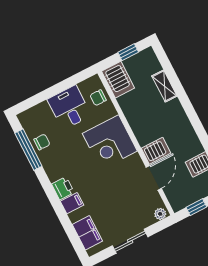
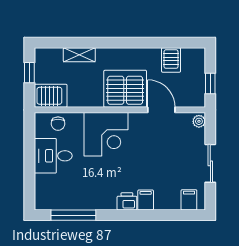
chair: (42, 142) -> (73, 199), removed
server rack: (156, 151) -> (125, 89), width x2.18, depth x1.44
filing cabinet: (87, 233) -> (189, 200), width x0.50

